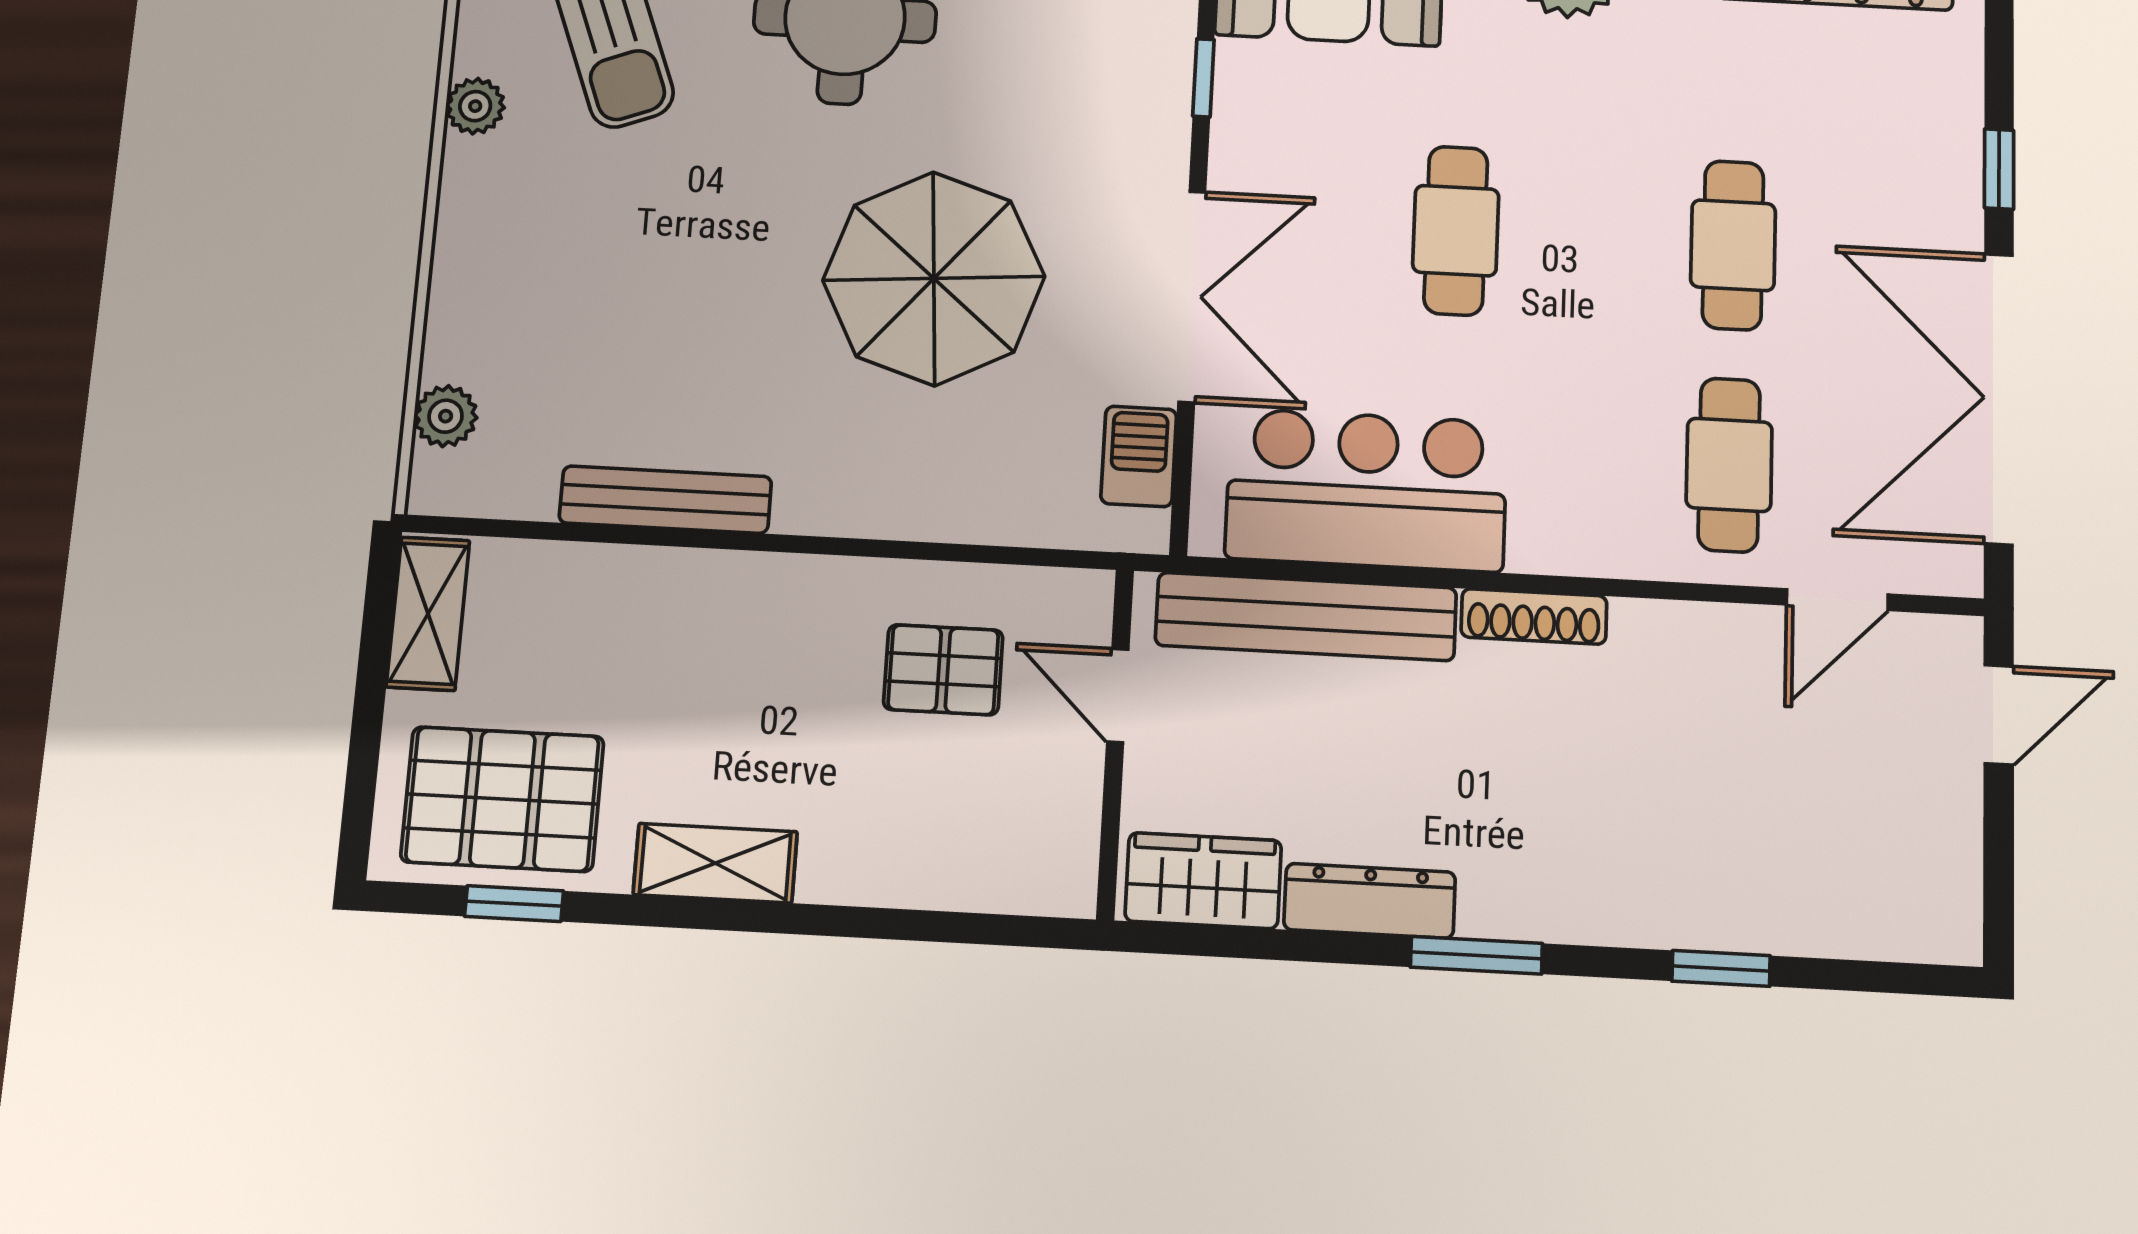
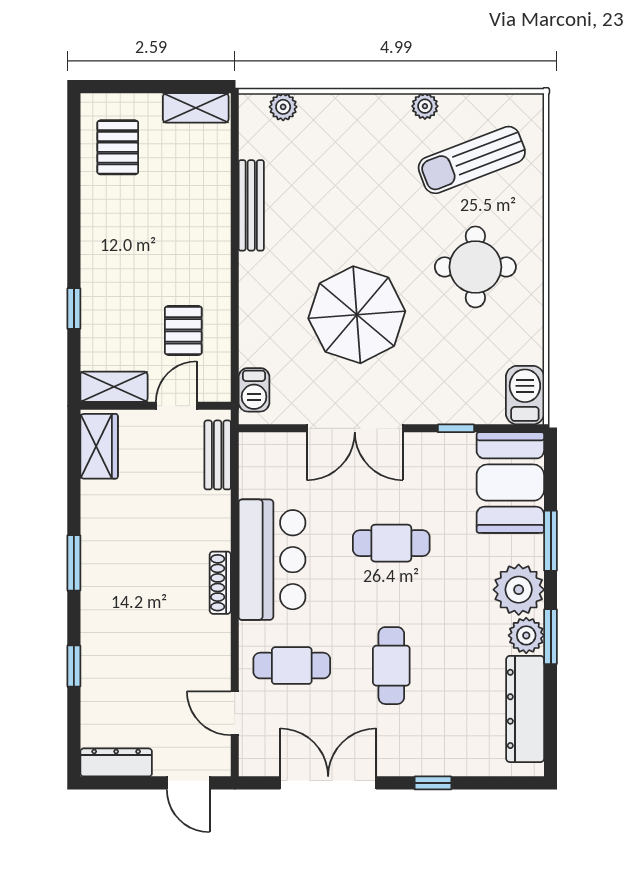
cafe table: (1733, 245) -> (391, 666), turned 90
double door: (1999, 398) -> (328, 783), width x0.73
barbecue: (1139, 456) -> (254, 390), moved, turned 90
bar counter: (1367, 490) -> (272, 560), moved
bench: (1306, 617) -> (218, 455), width x0.54, depth x0.82
pallet: (502, 799) -> (118, 147), width x0.67, depth x0.71
shelving: (715, 863) -> (114, 387), moved, turned 90
dresser: (1370, 901) -> (116, 762), moved, turned -90
window: (514, 904) -> (74, 309), moved

